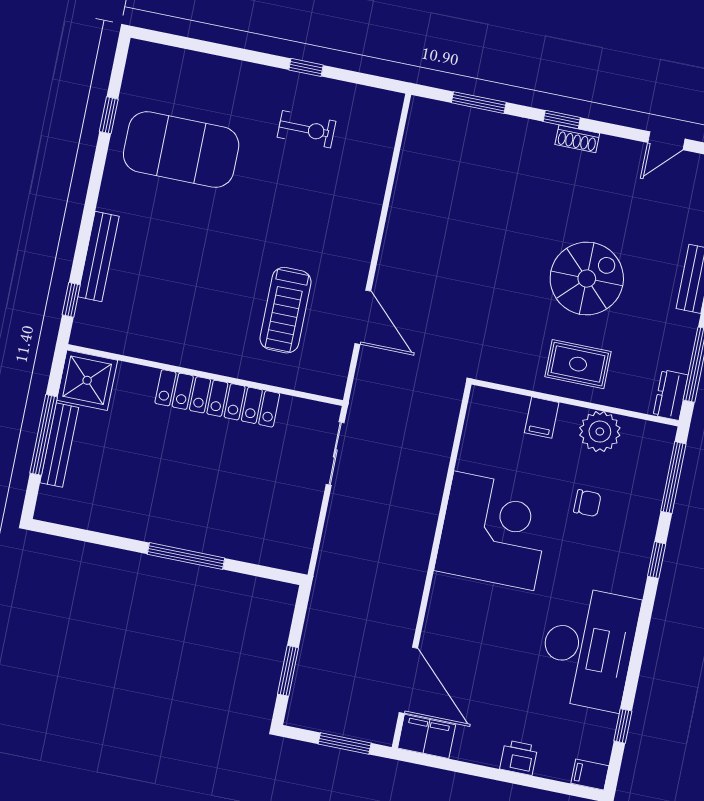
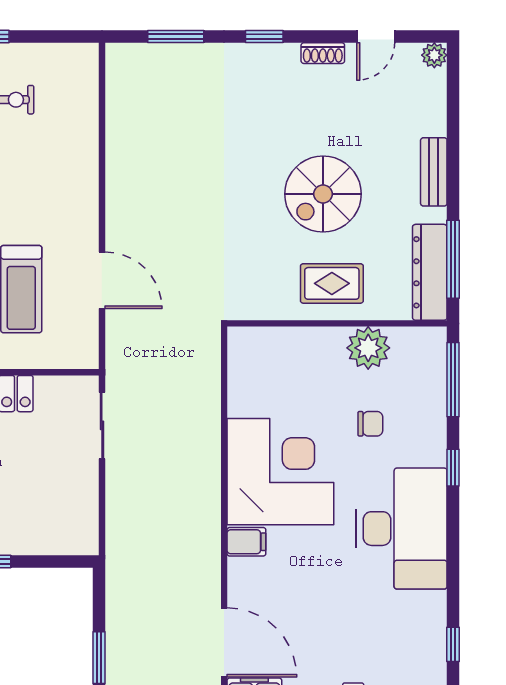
shoe rack: (577, 139) -> (323, 53), moved
spiral stairs: (587, 278) -> (323, 194), turned 180
dresser: (671, 395) -> (430, 272), width x1.96, depth x1.24
filing cabinet: (542, 418) -> (246, 542), moved, turned -90
desk: (588, 648) -> (402, 529), moved

